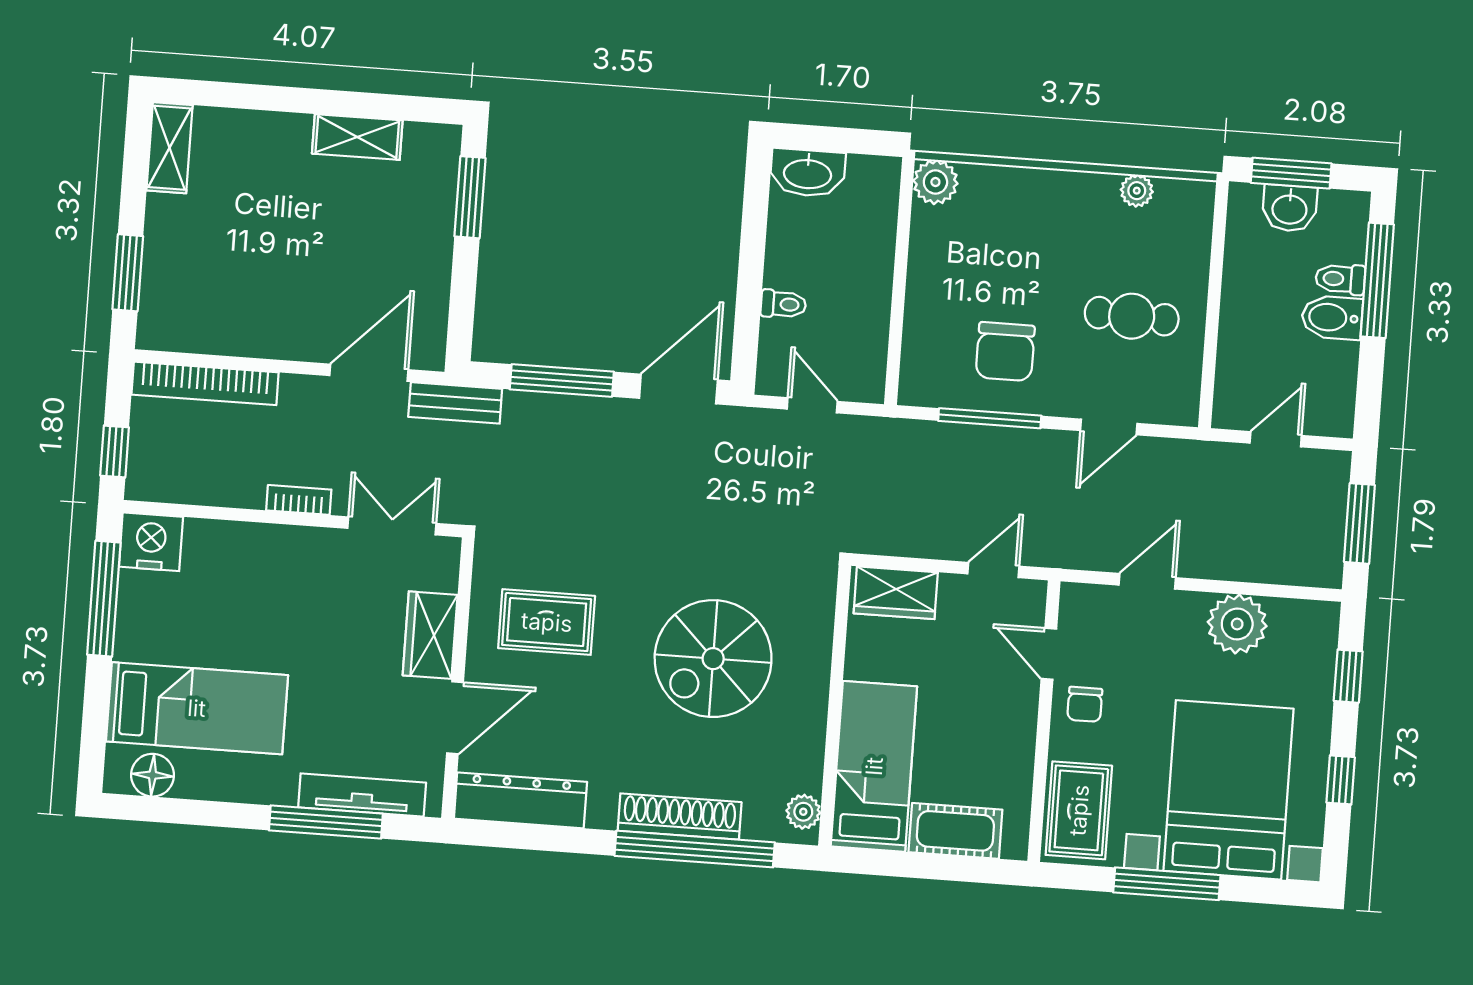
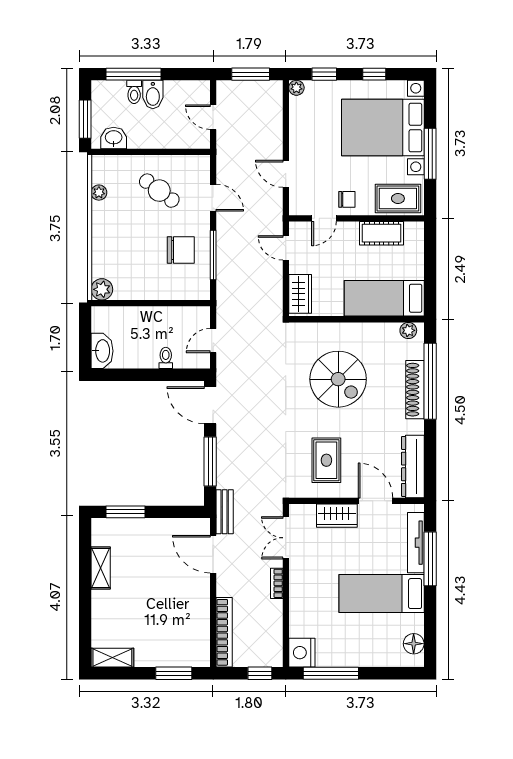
washbasin: (1290, 208) -> (114, 138), moved, turned -90
cafe table: (1132, 316) -> (159, 191), turned -55
plant: (1237, 624) -> (296, 88), moved, width x0.53, depth x0.53
bed: (197, 708) -> (382, 594), moved, turned -90
cot: (955, 831) -> (381, 233), moved, turned 90

